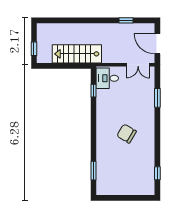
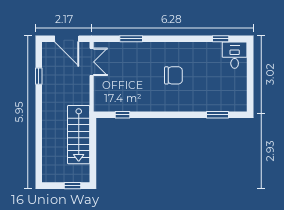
door: (157, 44) -> (67, 39), hinge flipped
desk: (107, 78) -> (235, 55), moved, turned 180
chair: (127, 134) -> (173, 75), turned -121

